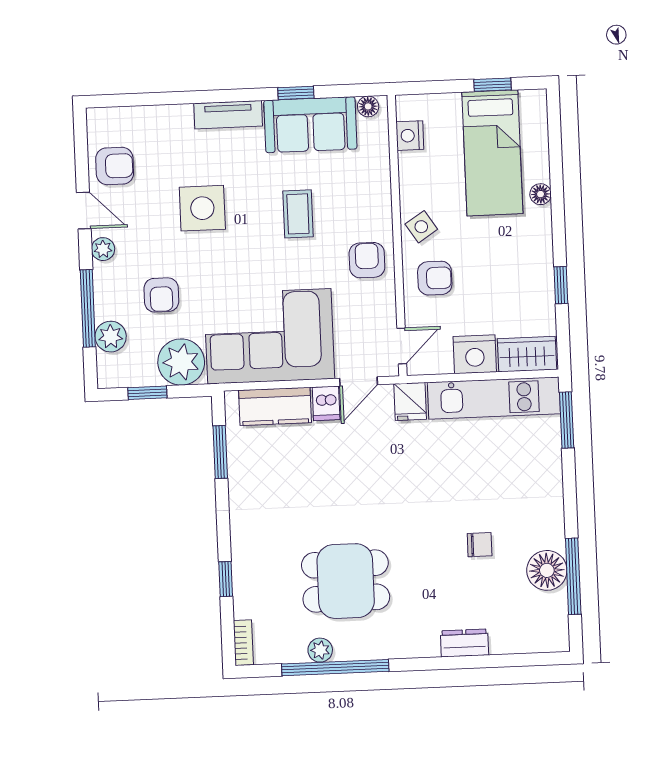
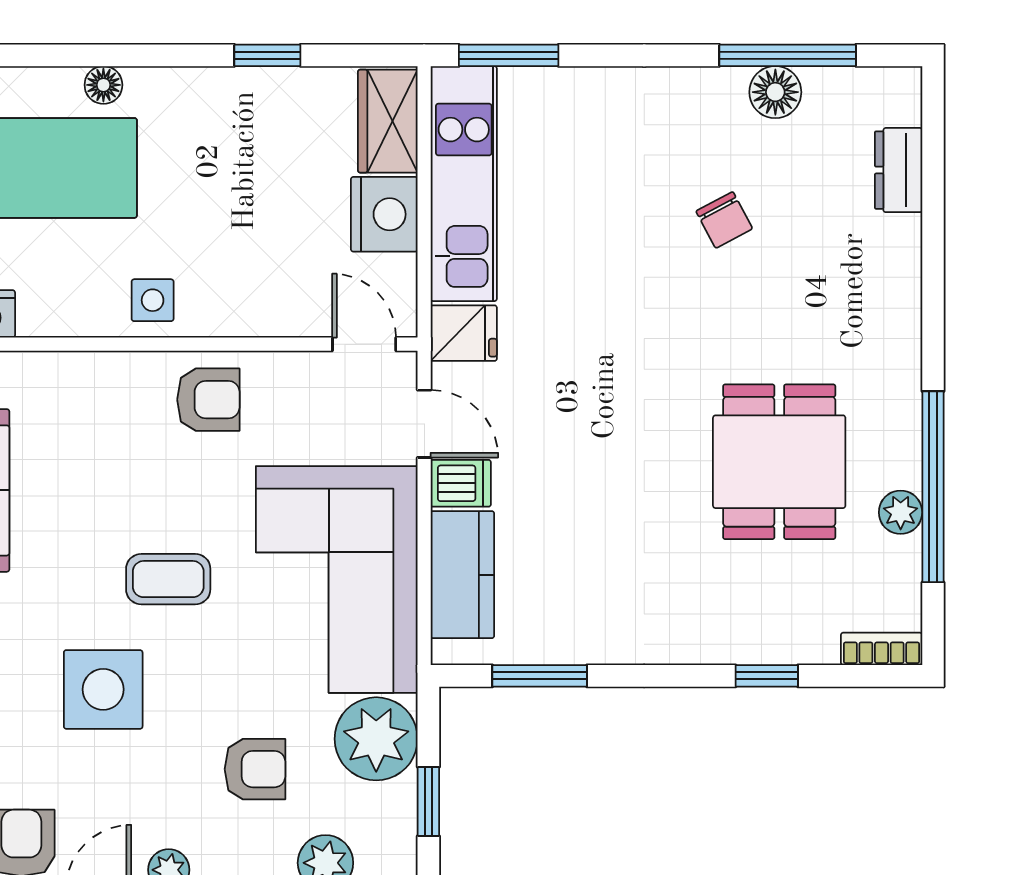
coffee table: (298, 214) -> (168, 579), moved
side table: (421, 227) -> (153, 300), turned 33
armchair: (367, 260) -> (208, 400), turned 180
armchair: (435, 278) -> (245, 280), removed
chair: (480, 545) -> (724, 220), turned 152
floor lamp: (547, 570) -> (775, 92), width x0.73, depth x0.73
dresser: (464, 643) -> (899, 170), moved

